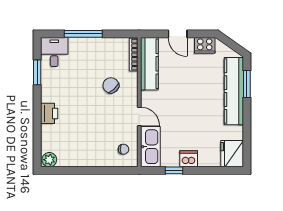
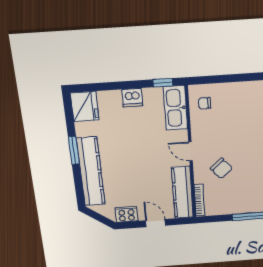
window: (247, 84) -> (74, 150), moved
door: (139, 116) -> (190, 151), moved
window: (174, 170) -> (163, 83), moved

